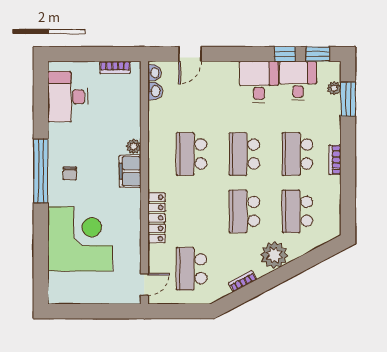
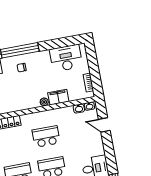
filing cabinet: (130, 171) -> (58, 97), moved

